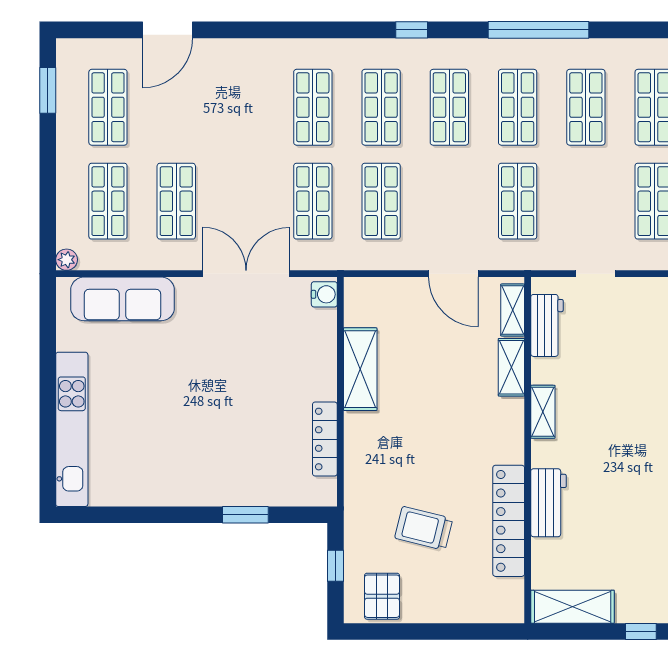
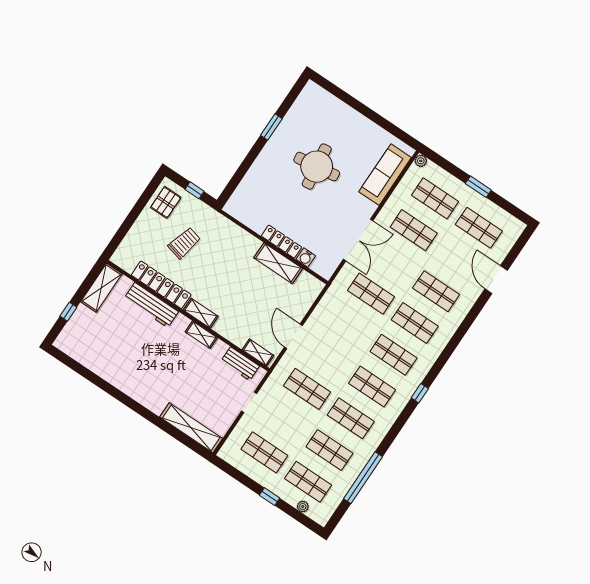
window: (538, 30) -> (363, 478), moved
window: (48, 90) -> (478, 187), moved
shop shelf: (381, 201) -> (436, 291), moved
door: (453, 274) -> (293, 336), hinge flipped
water cooler: (324, 294) -> (306, 258), moved
shelving: (511, 367) -> (201, 313), moved
round table: (179, 408) -> (317, 167), added
kitchen unit: (72, 429) -> (340, 110), removed
locker: (325, 439) -> (281, 242), moved
workbench: (549, 503) -> (151, 305), width x1.38
window: (245, 515) -> (271, 127), moved
pallet: (382, 596) -> (166, 202), turned 90

